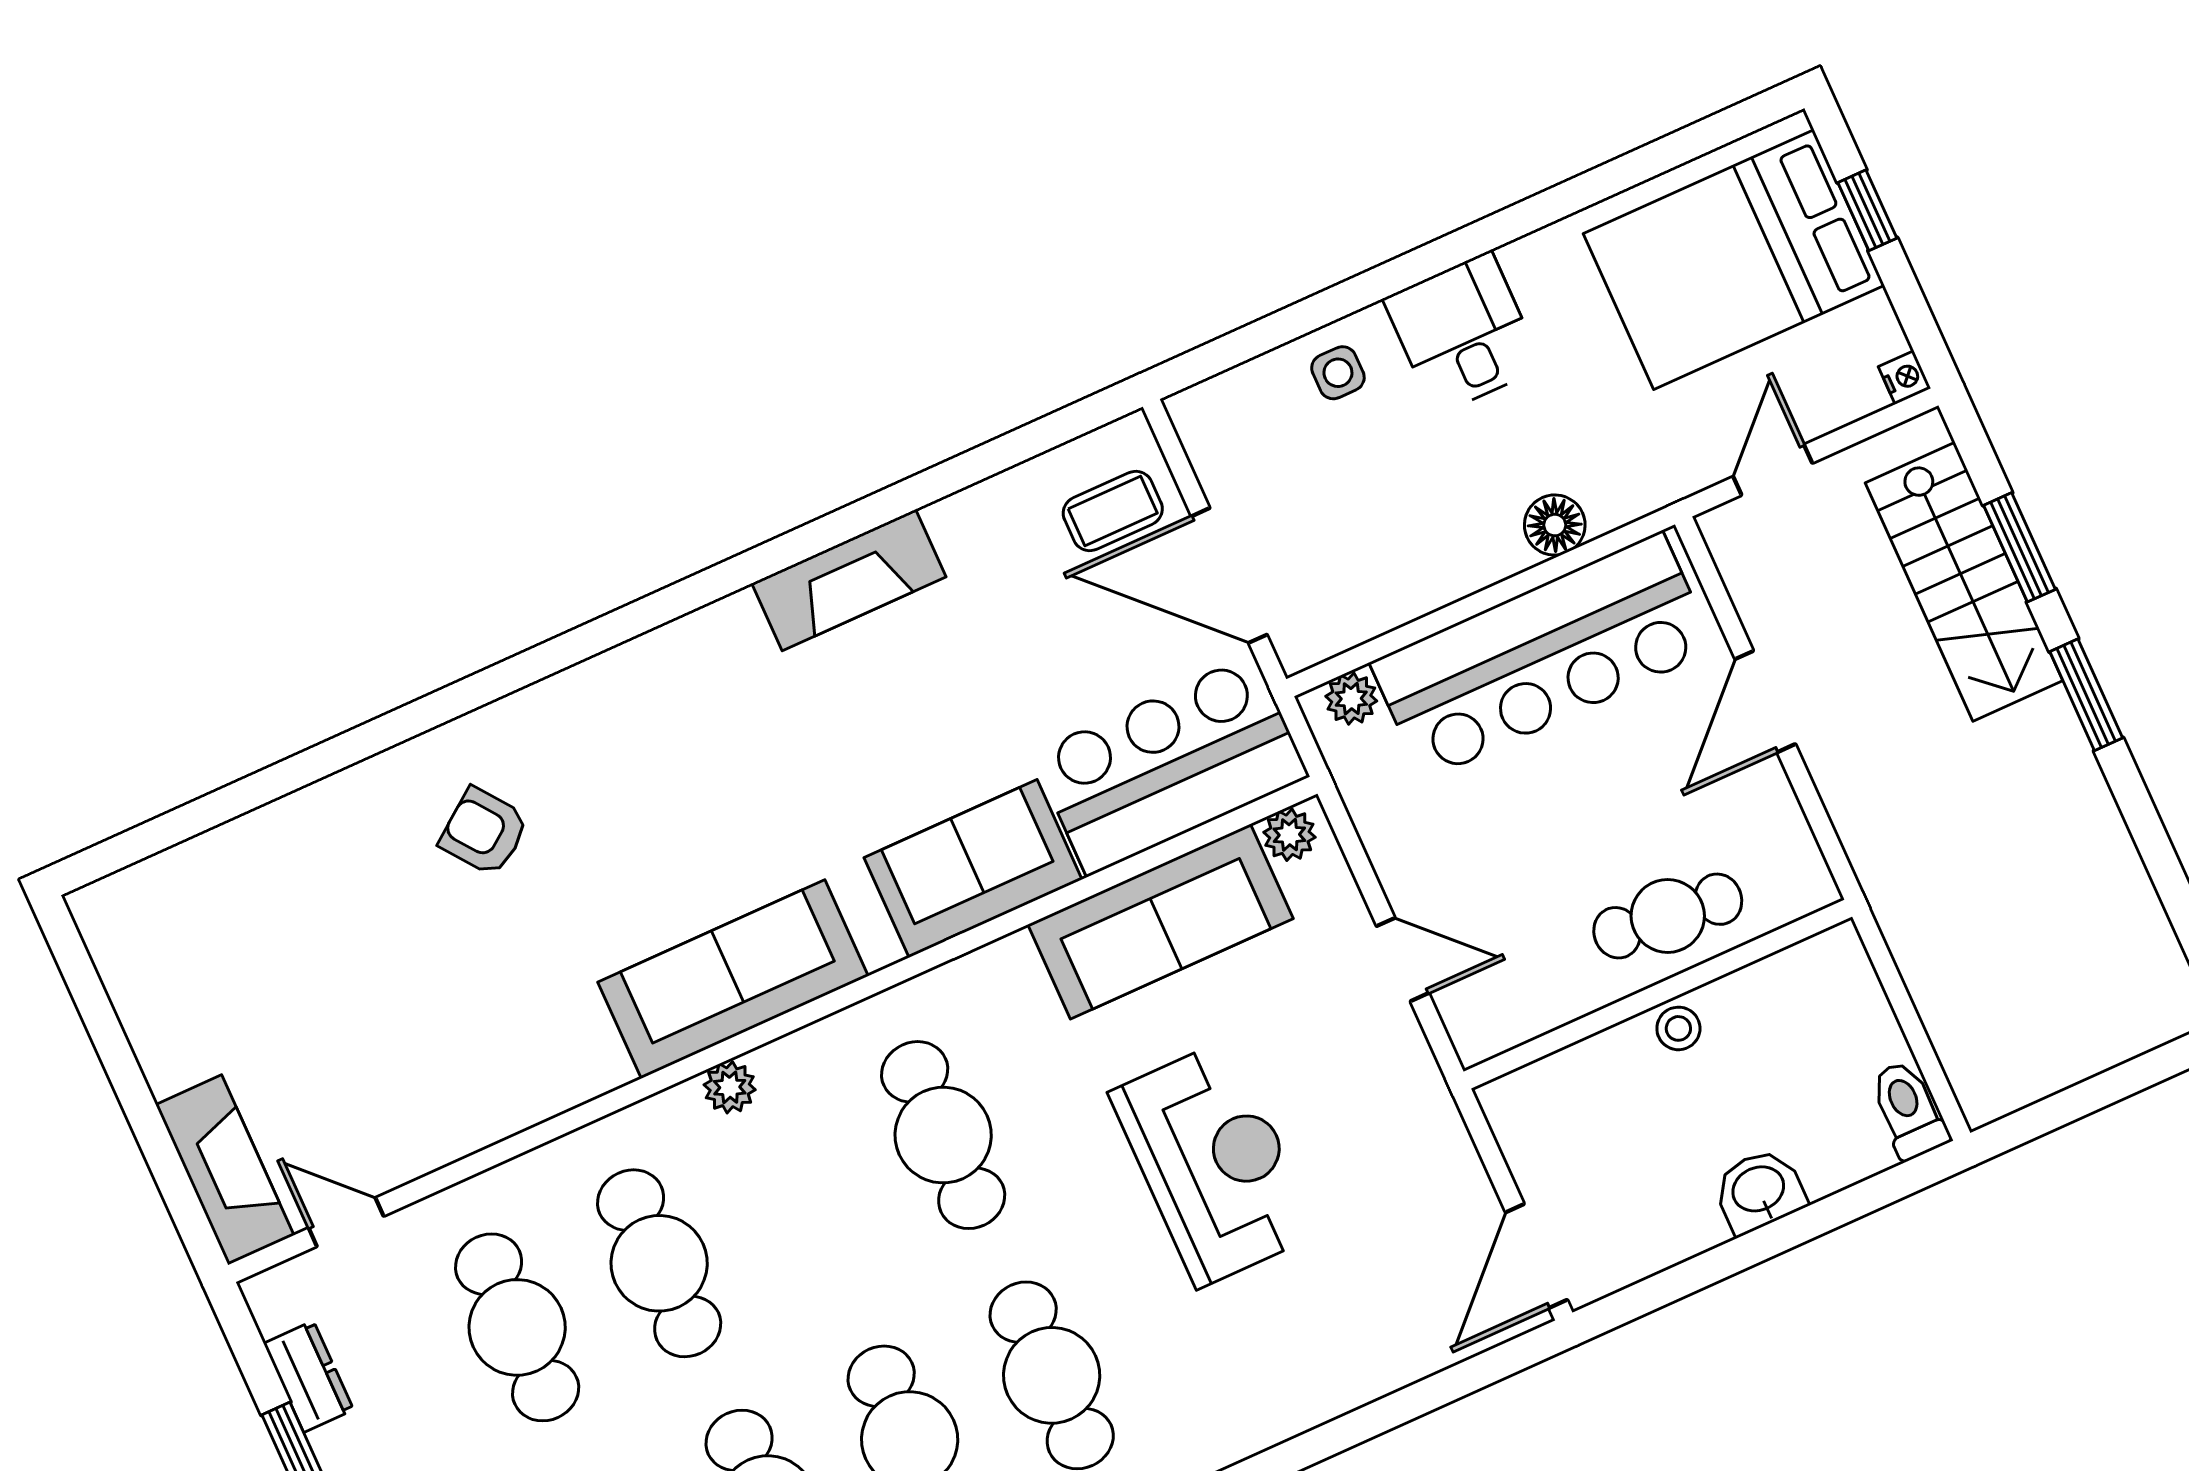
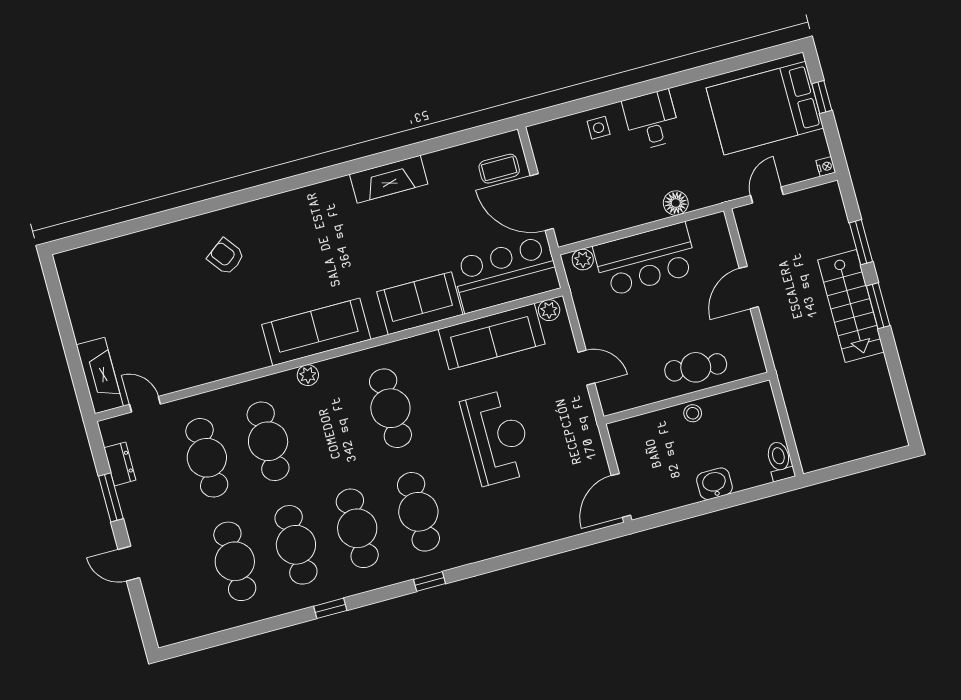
stairs: (1964, 582) -> (851, 306), moved
bar counter: (1543, 656) -> (645, 259), width x0.73

